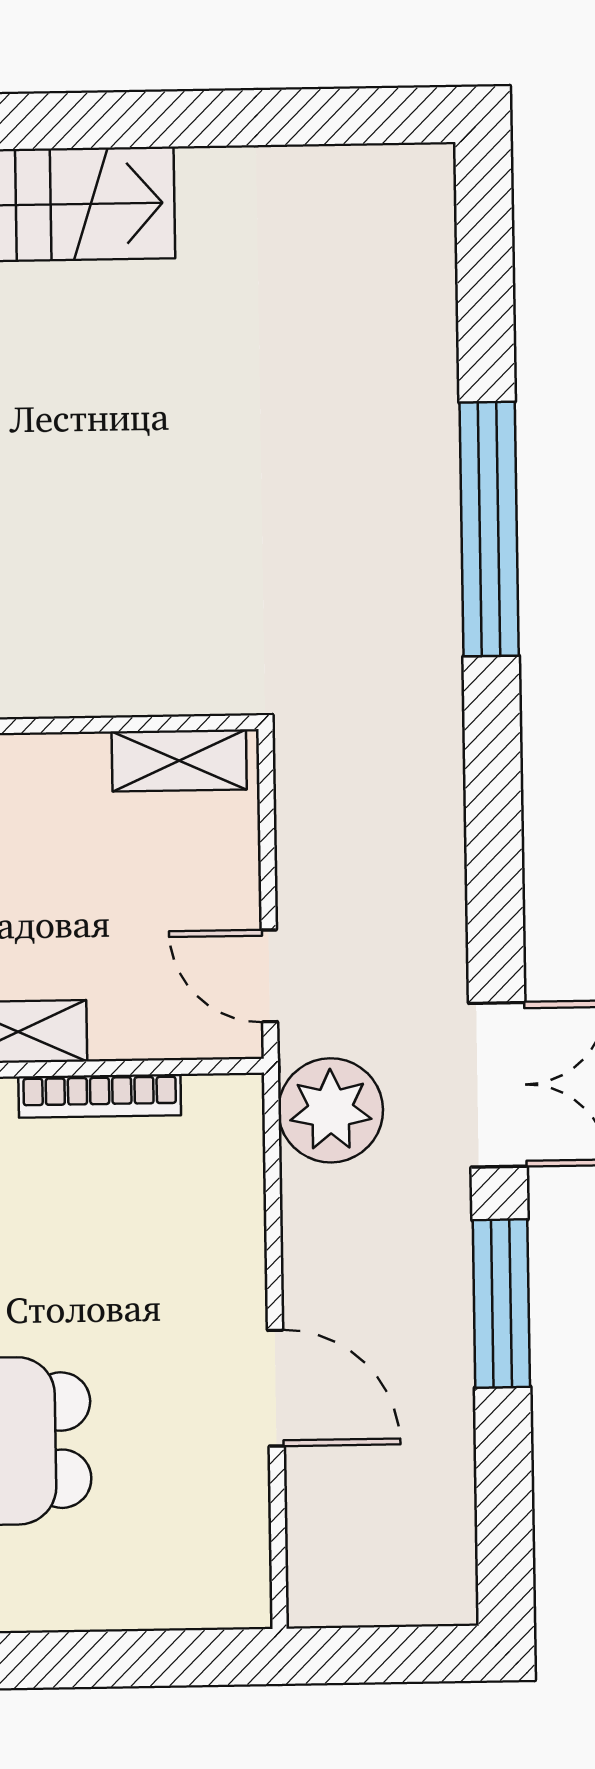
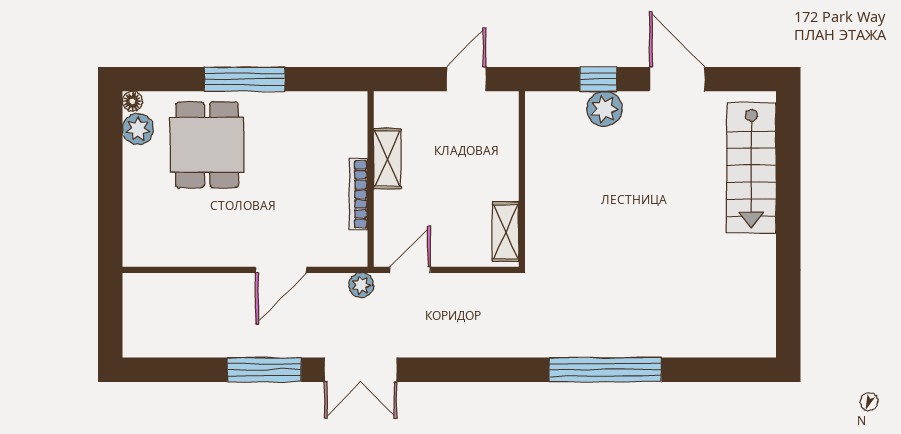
plant: (331, 1110) -> (361, 285), width x0.53, depth x0.53
door: (276, 1388) -> (281, 270), moved

